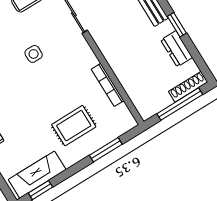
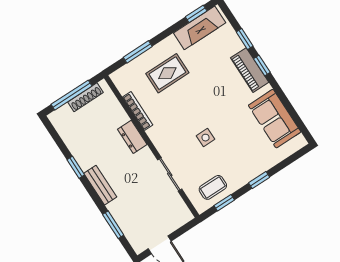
dresser: (177, 49) -> (132, 137), moved, turned 180
shoe rack: (188, 87) -> (86, 97), moved

